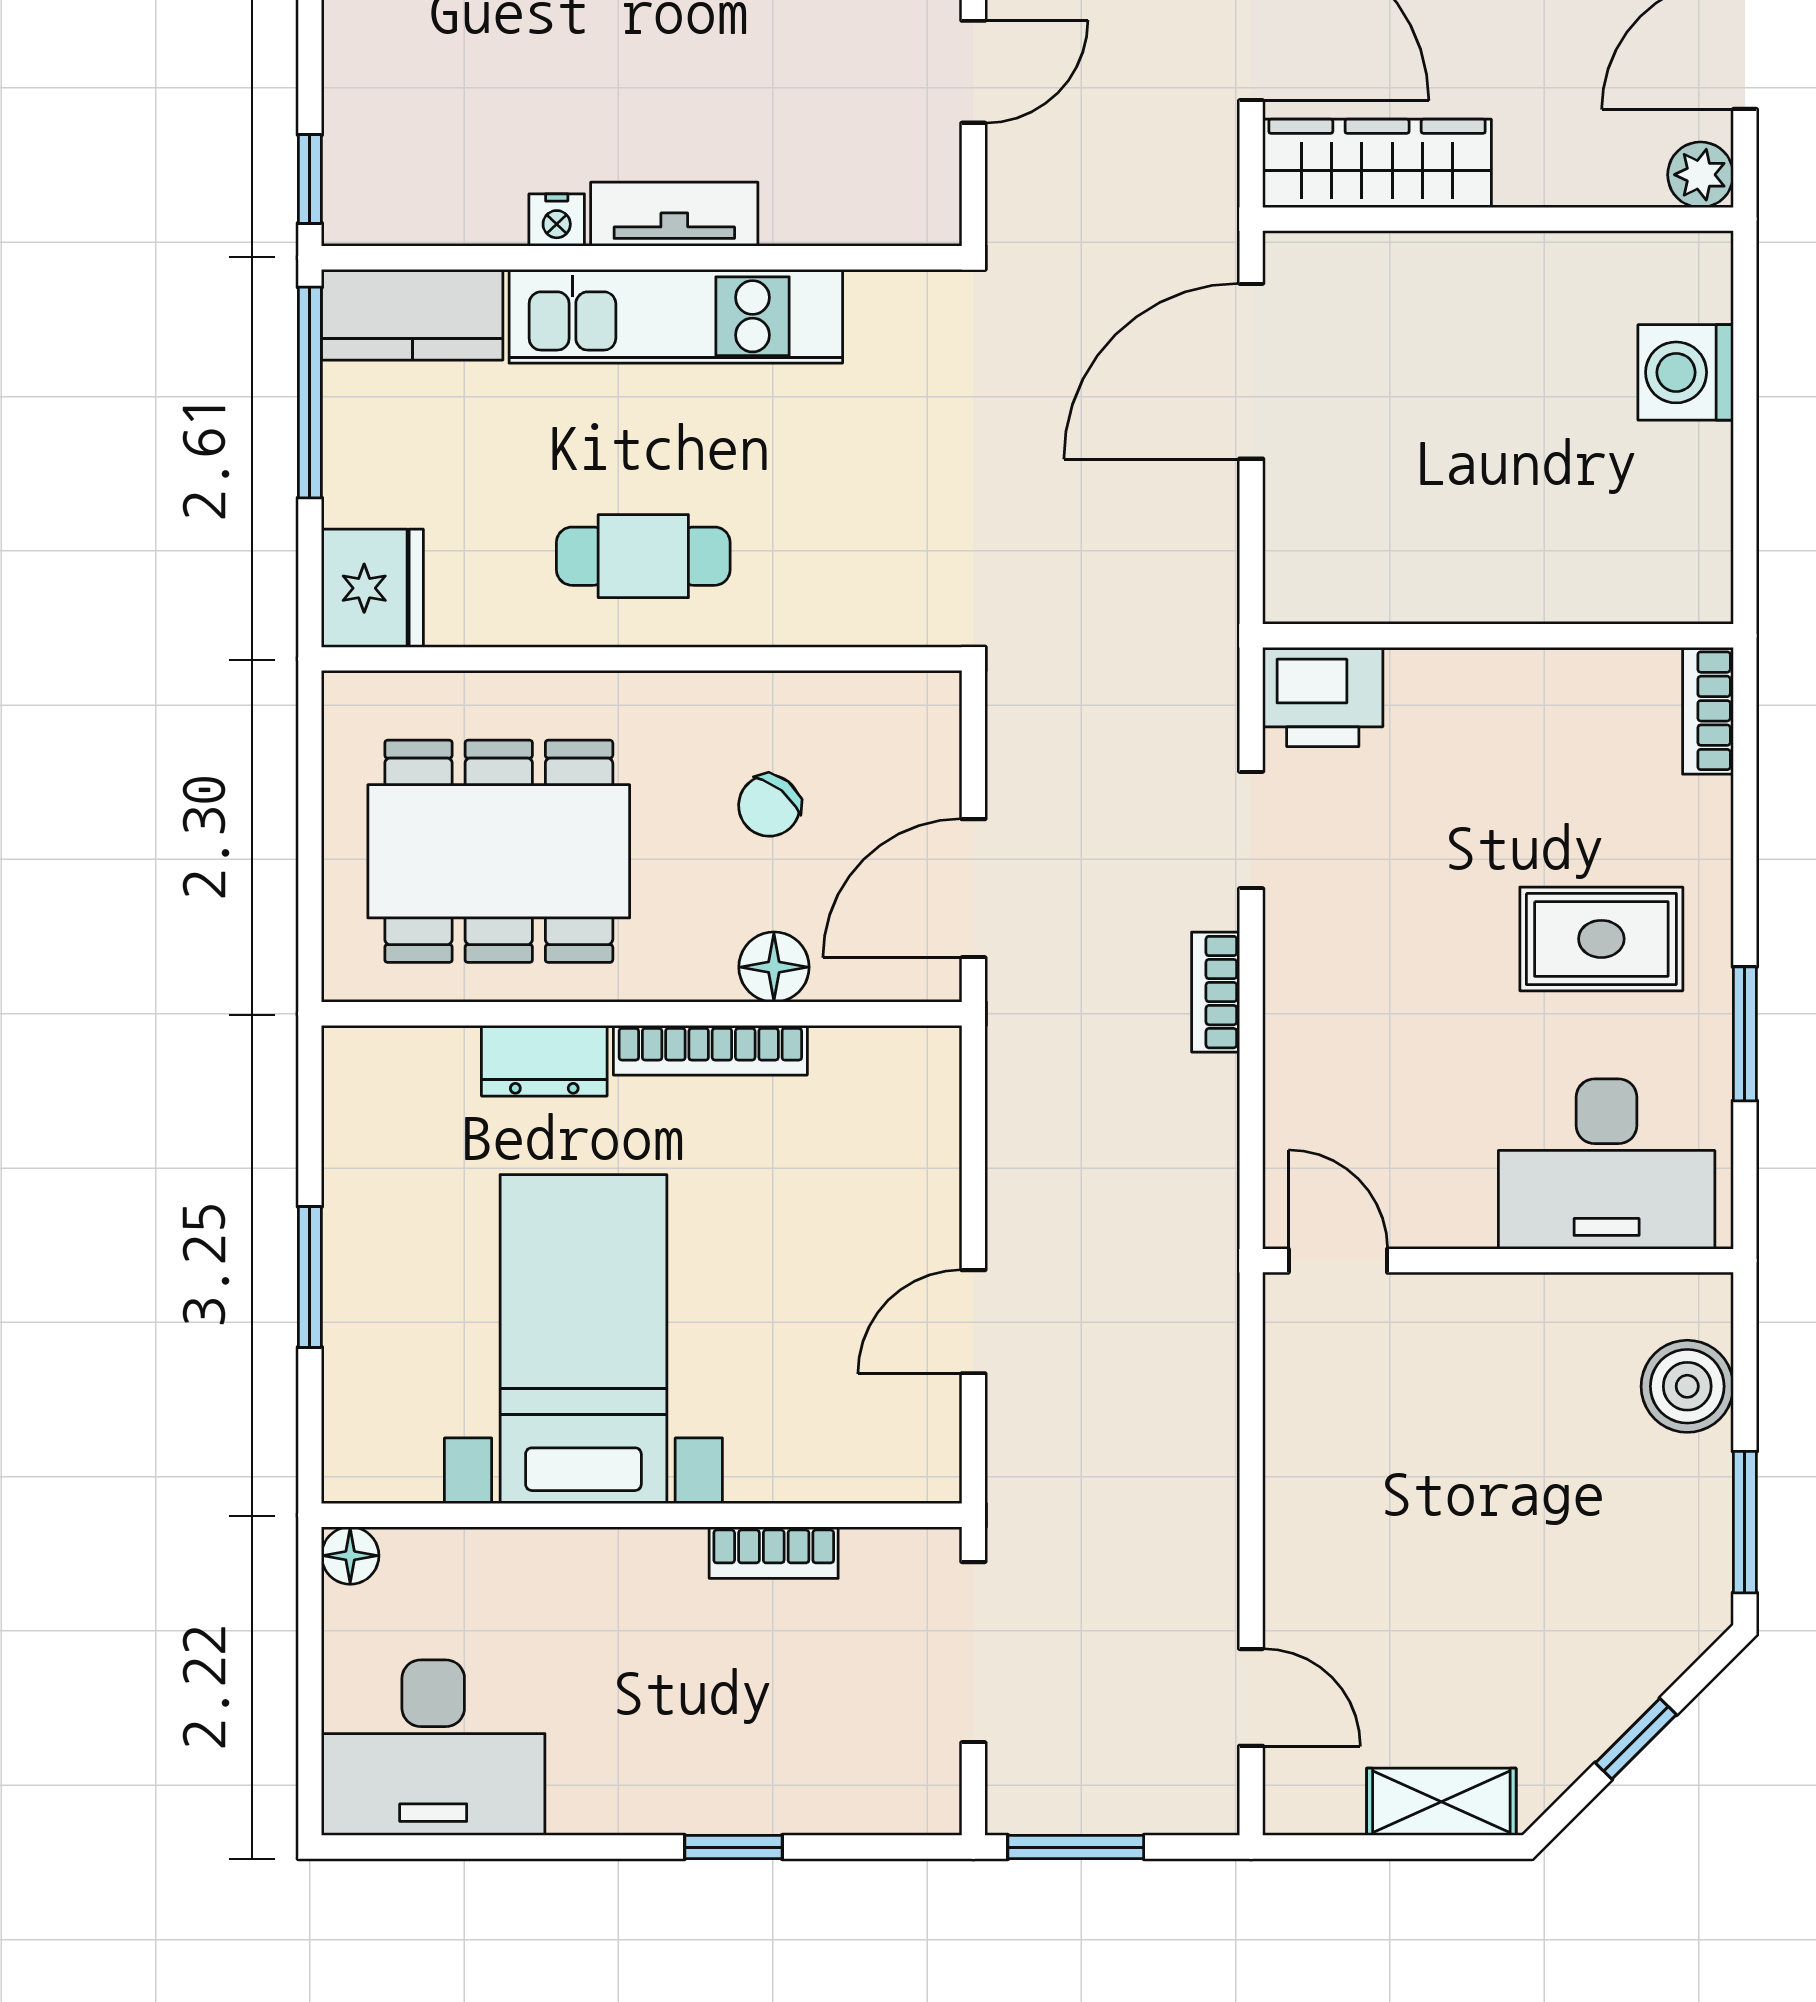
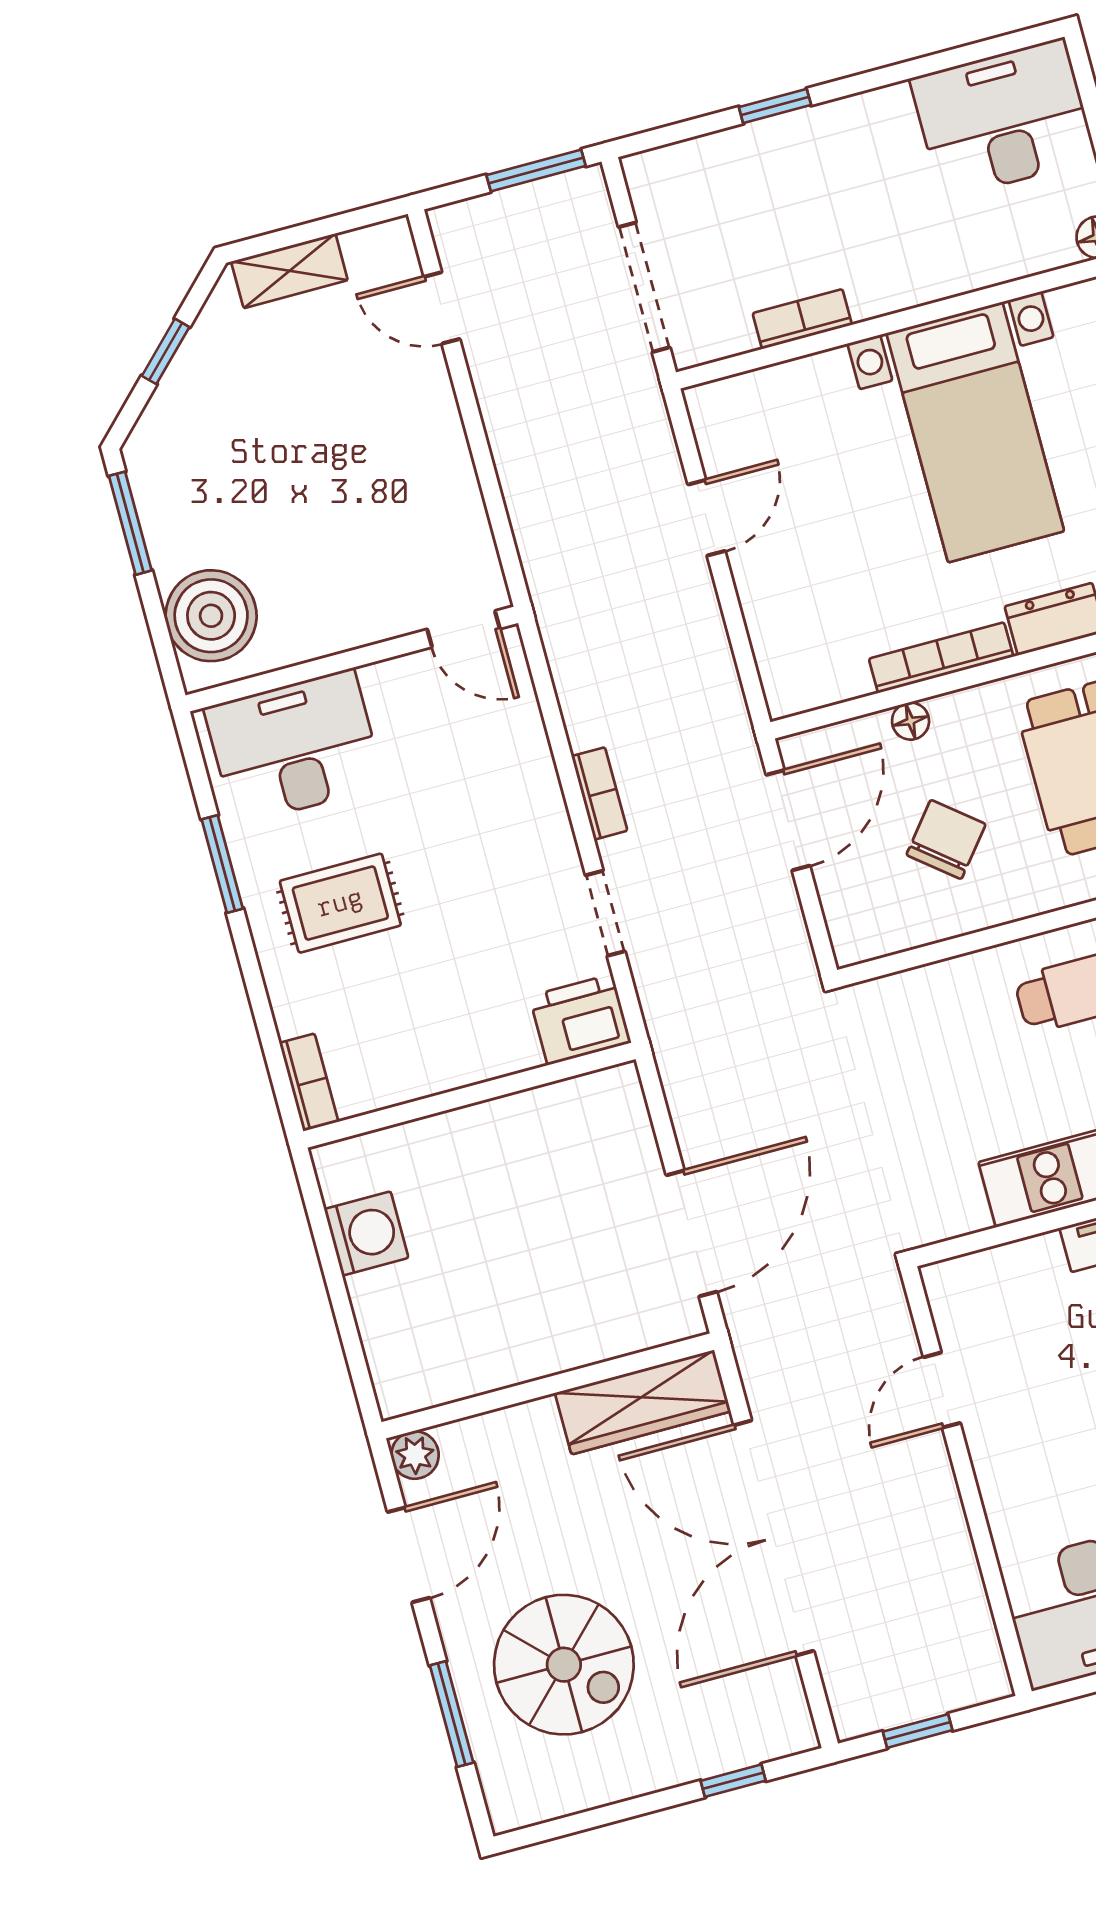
washing machine: (1686, 372) -> (366, 1234), moved
chair: (769, 806) -> (946, 839), width x1.37, depth x1.37
floor lamp: (774, 967) -> (911, 721), width x0.73, depth x0.73
boiler: (1687, 1386) -> (211, 616), width x1.37, depth x1.37

